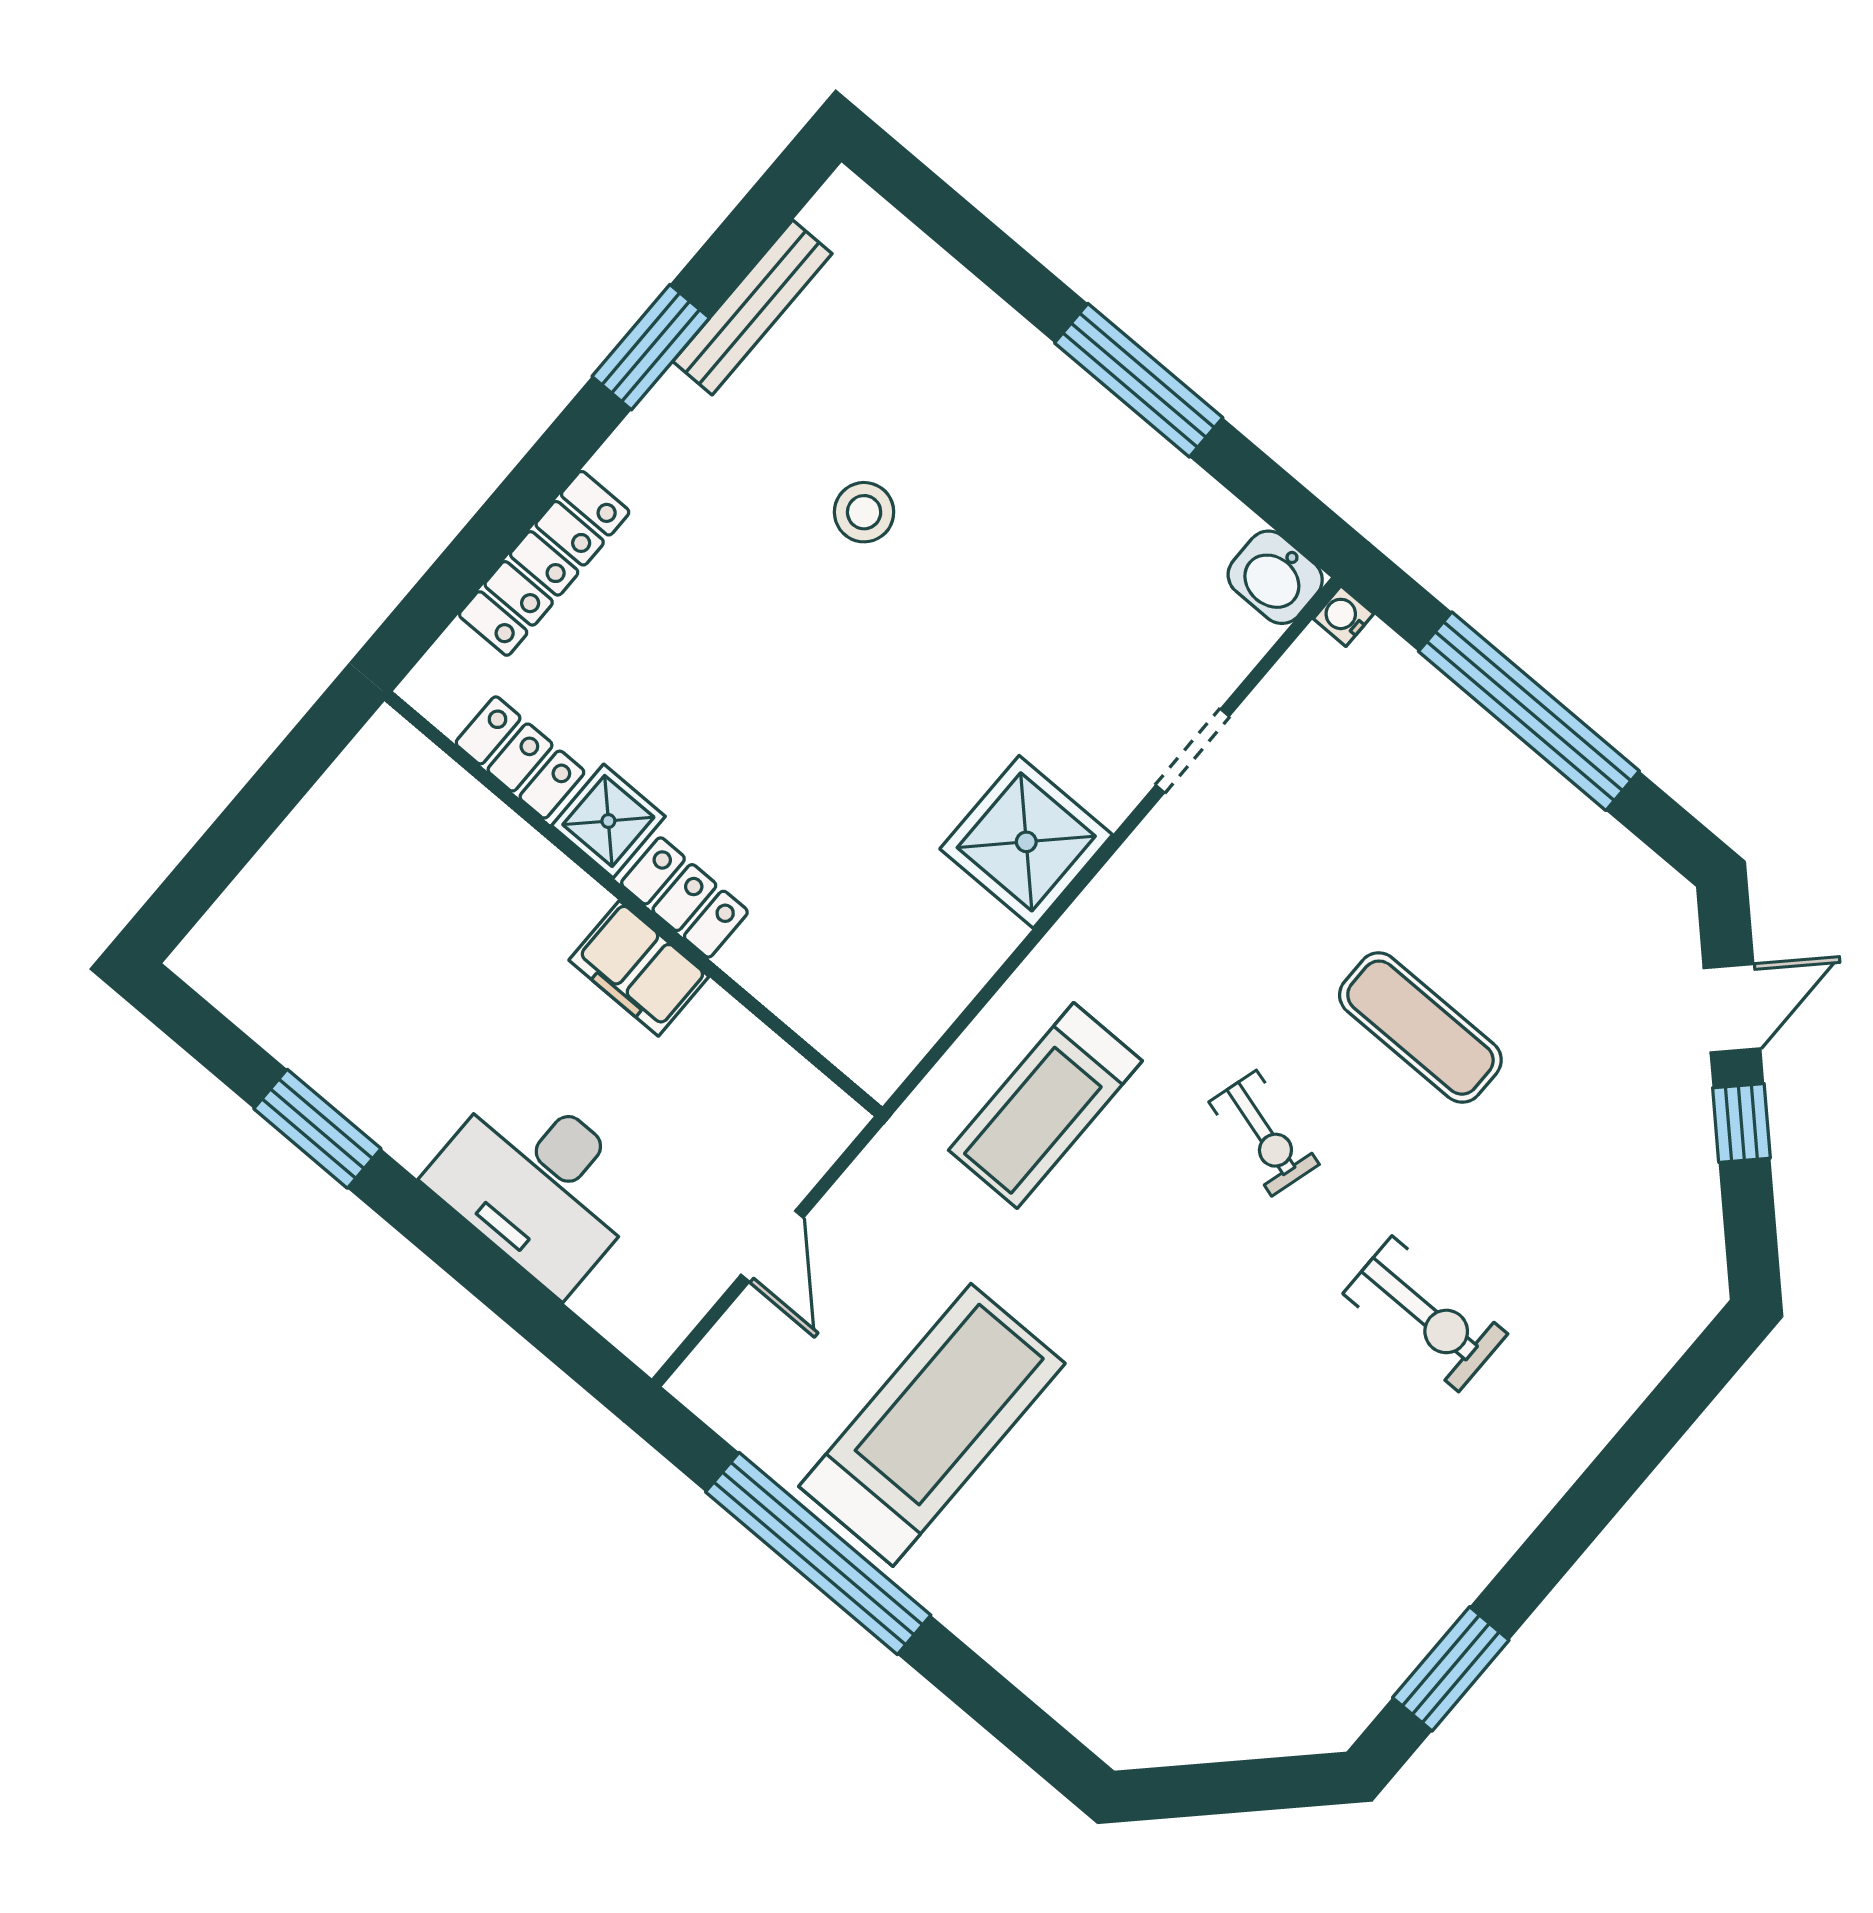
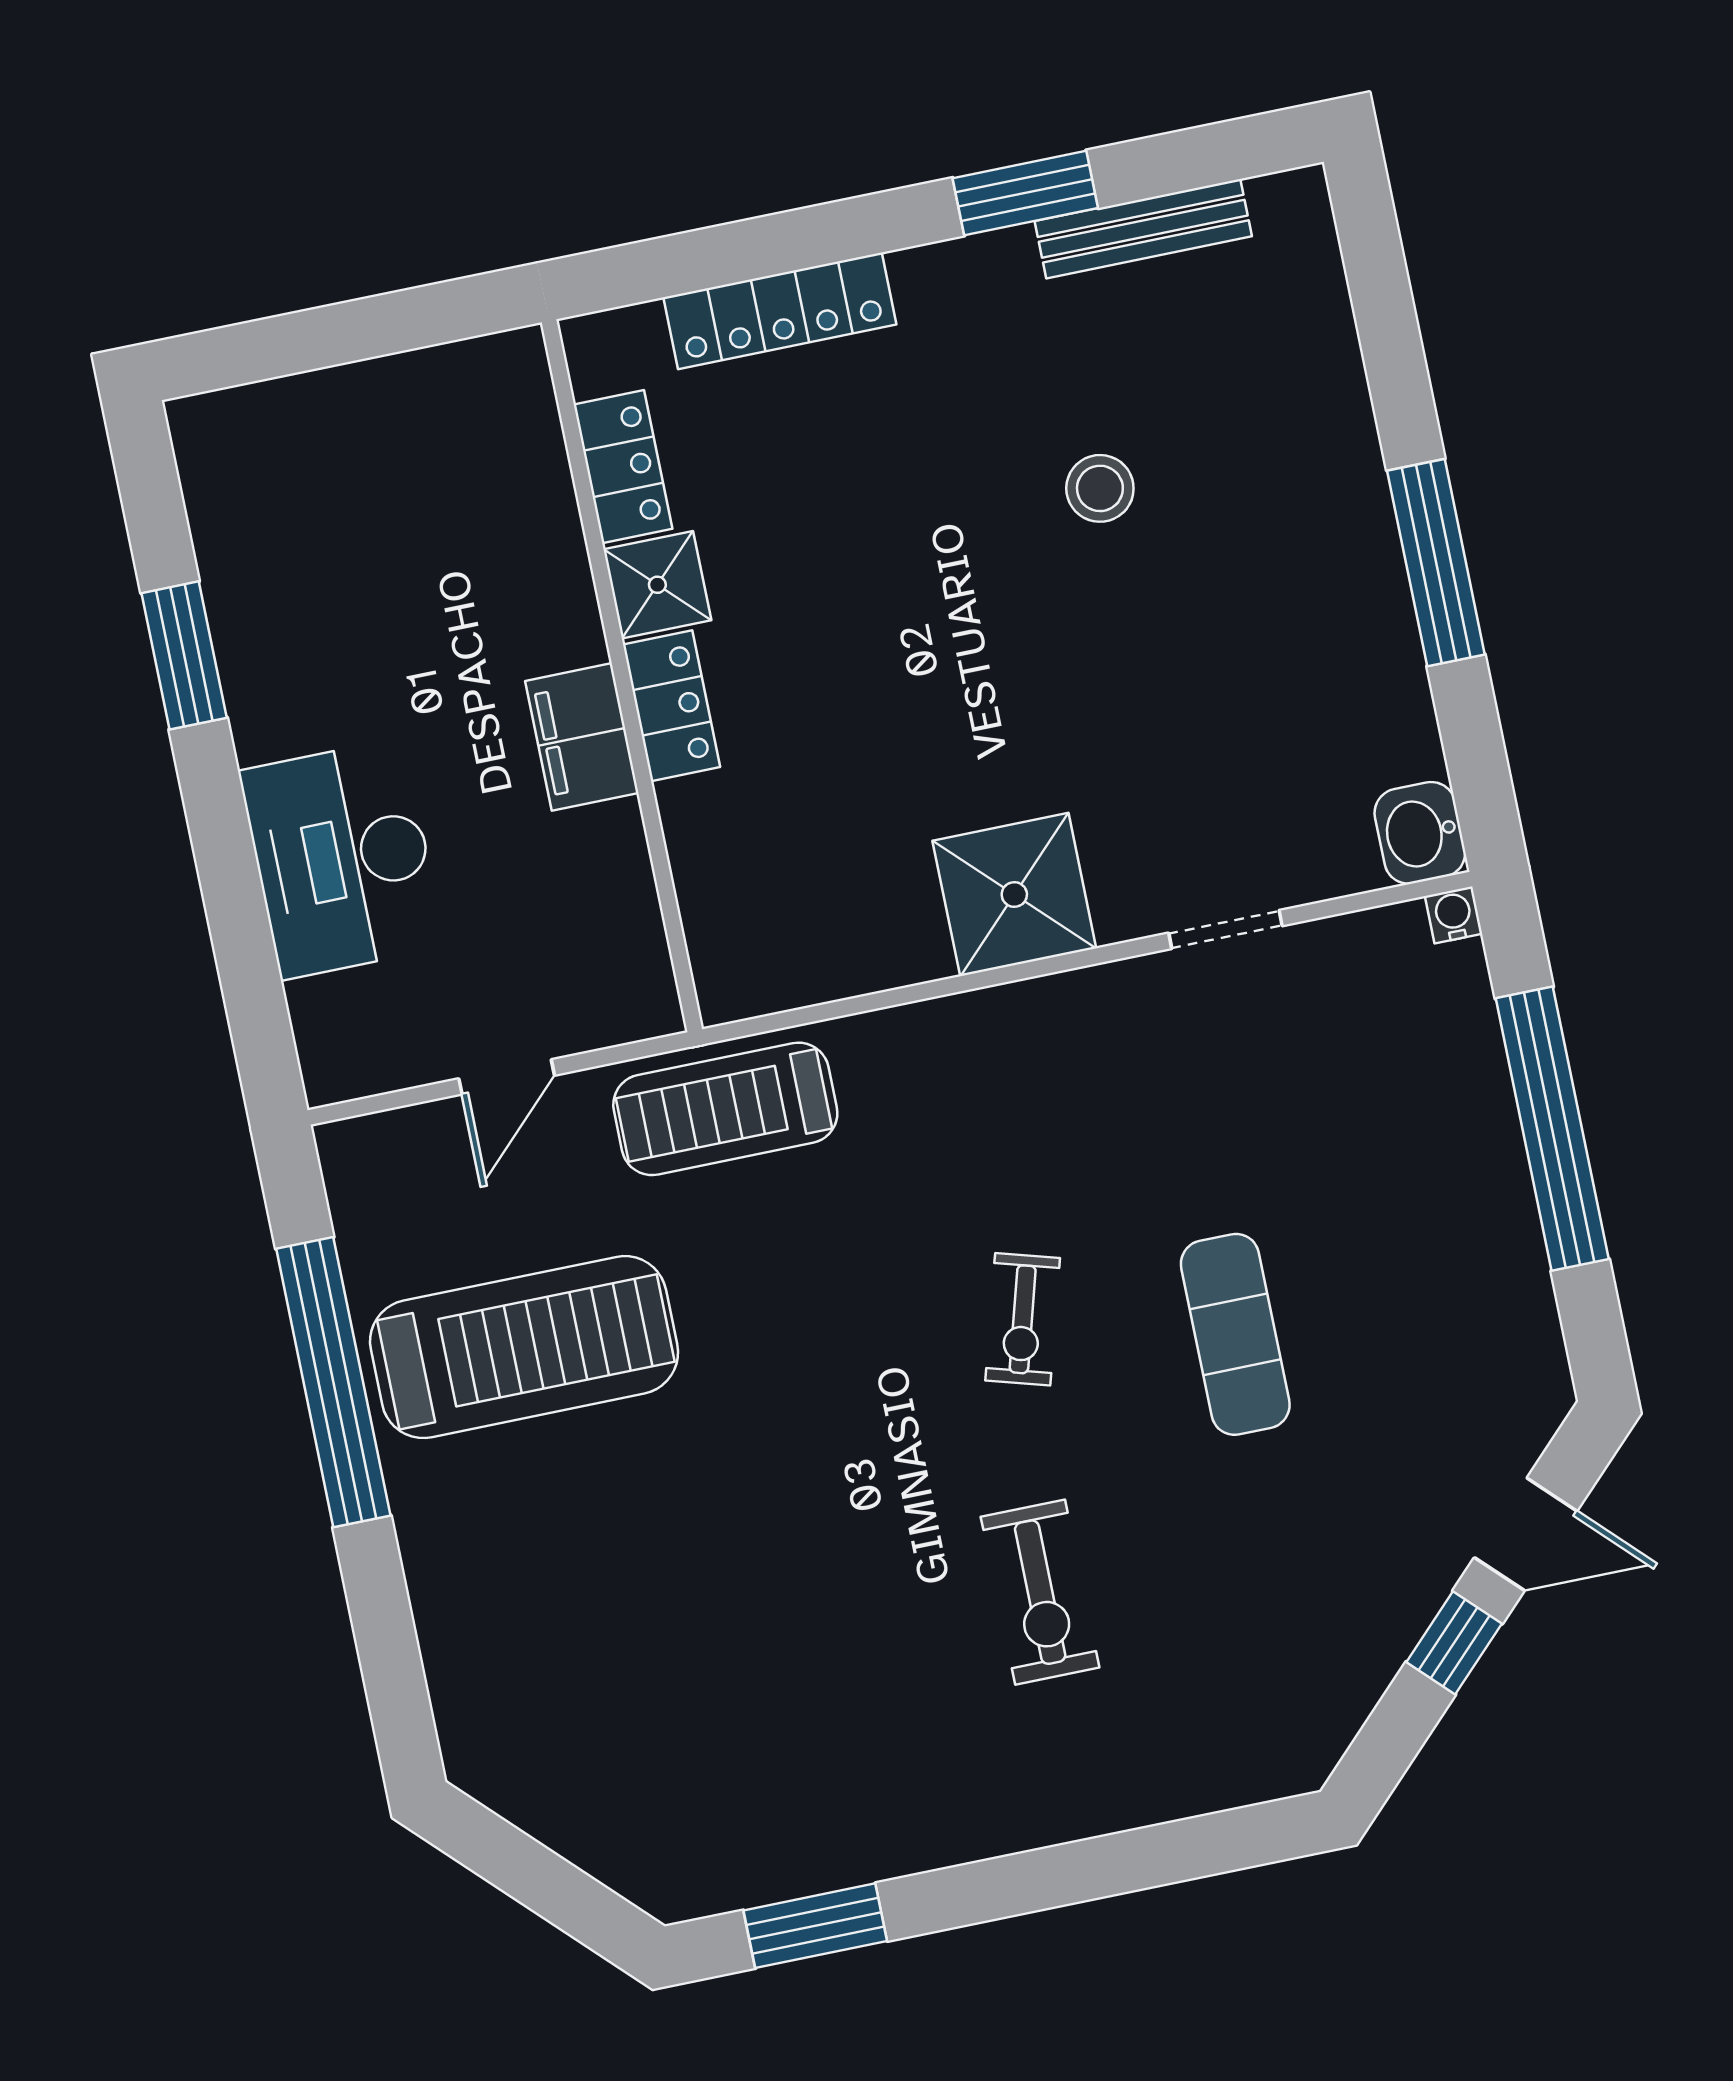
treadmill: (1045, 1105) -> (725, 1109), moved

